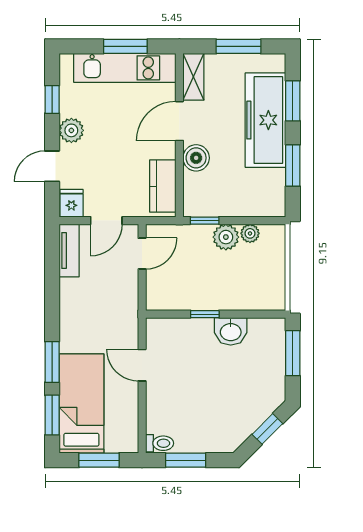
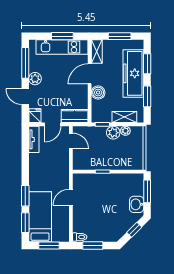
window: (52, 99) -> (25, 63), width x2.17
door: (52, 166) -> (25, 97), hinge flipped
kitchen counter: (163, 186) -> (75, 116), moved, turned 90
shelving: (248, 206) -> (124, 117), added
door: (142, 254) -> (71, 141), hinge flipped
washbasin: (231, 331) -> (137, 204), moved, turned 90
door: (142, 365) -> (71, 197), hinge flipped

